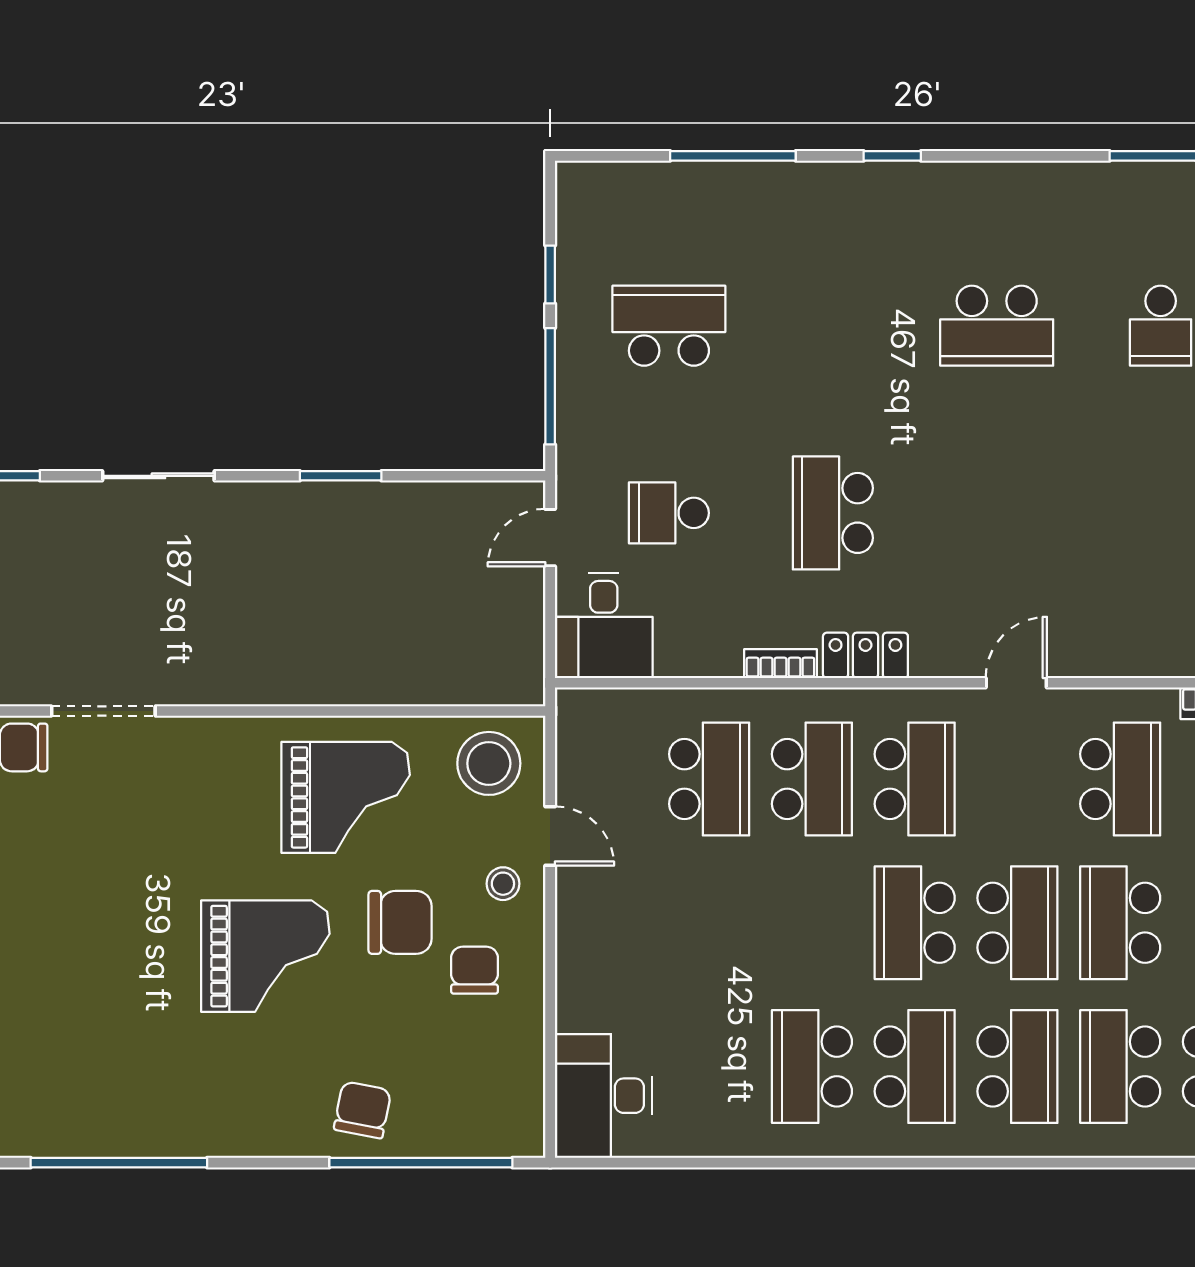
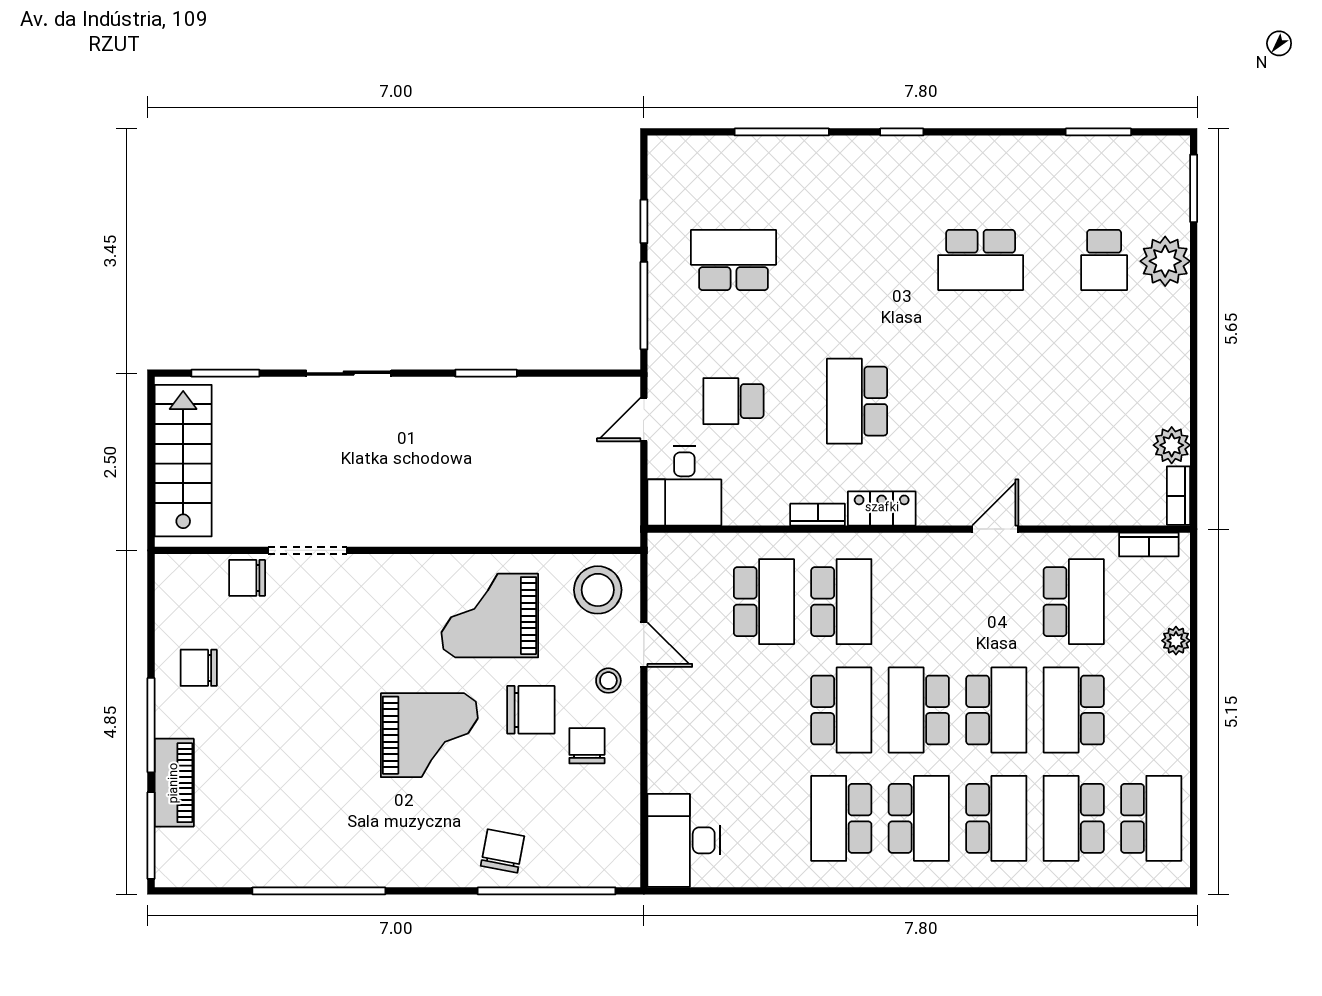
school desk: (915, 779) -> (841, 710), moved
grand piano: (346, 797) -> (490, 616), turned 180

